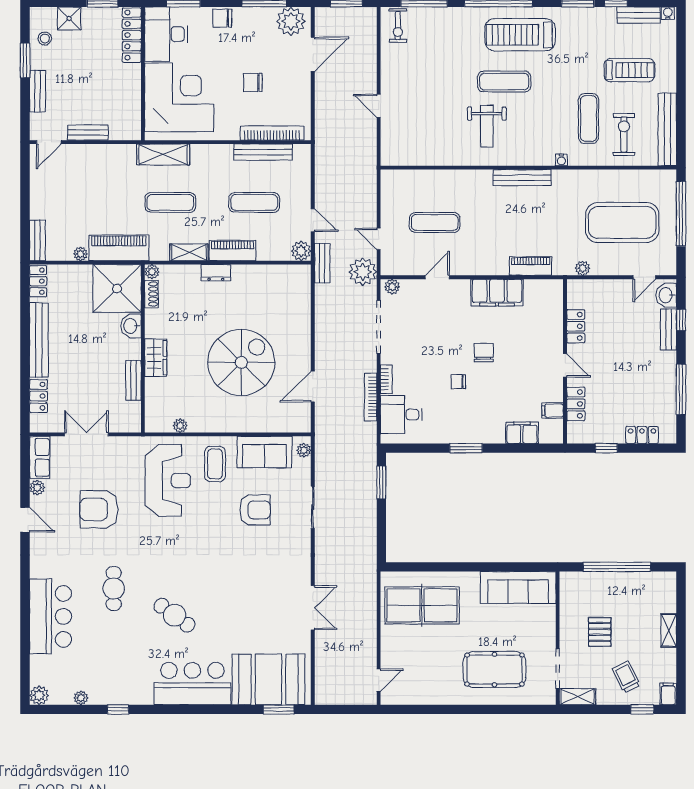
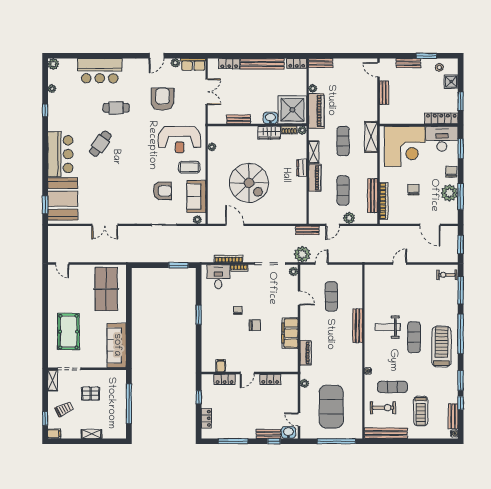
plant: (291, 21) -> (449, 193), moved
bench: (522, 178) -> (358, 326), moved
plant: (301, 251) -> (349, 218), moved
wardrobe: (156, 358) -> (269, 133), moved
filing cabinet: (522, 433) -> (208, 348), removed
armchair: (255, 510) -> (162, 191), turned -90

